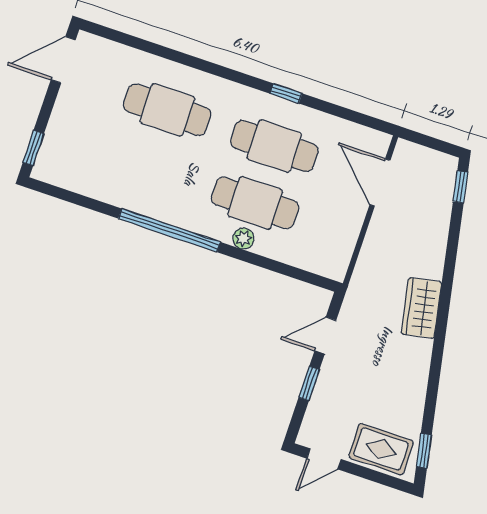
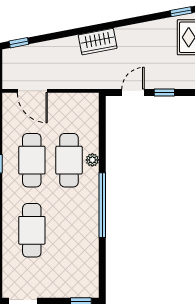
door: (380, 182) -> (32, 91), hinge flipped
door: (325, 335) -> (133, 93), swing flipped

